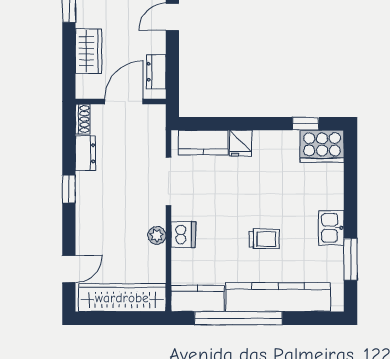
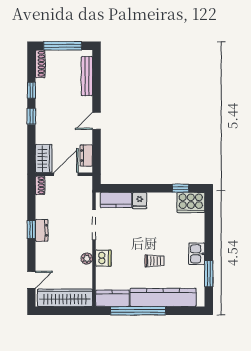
wardrobe: (88, 51) -> (44, 158), moved
dresser: (85, 153) -> (42, 230), moved

